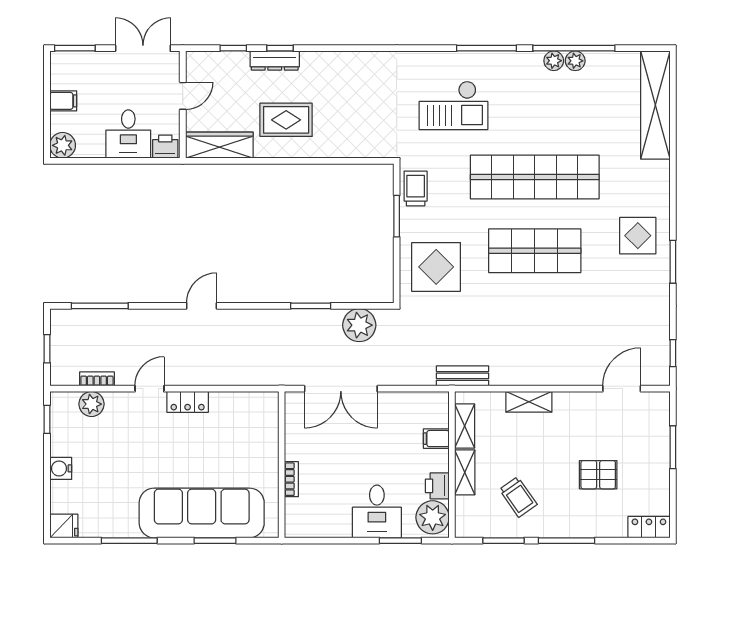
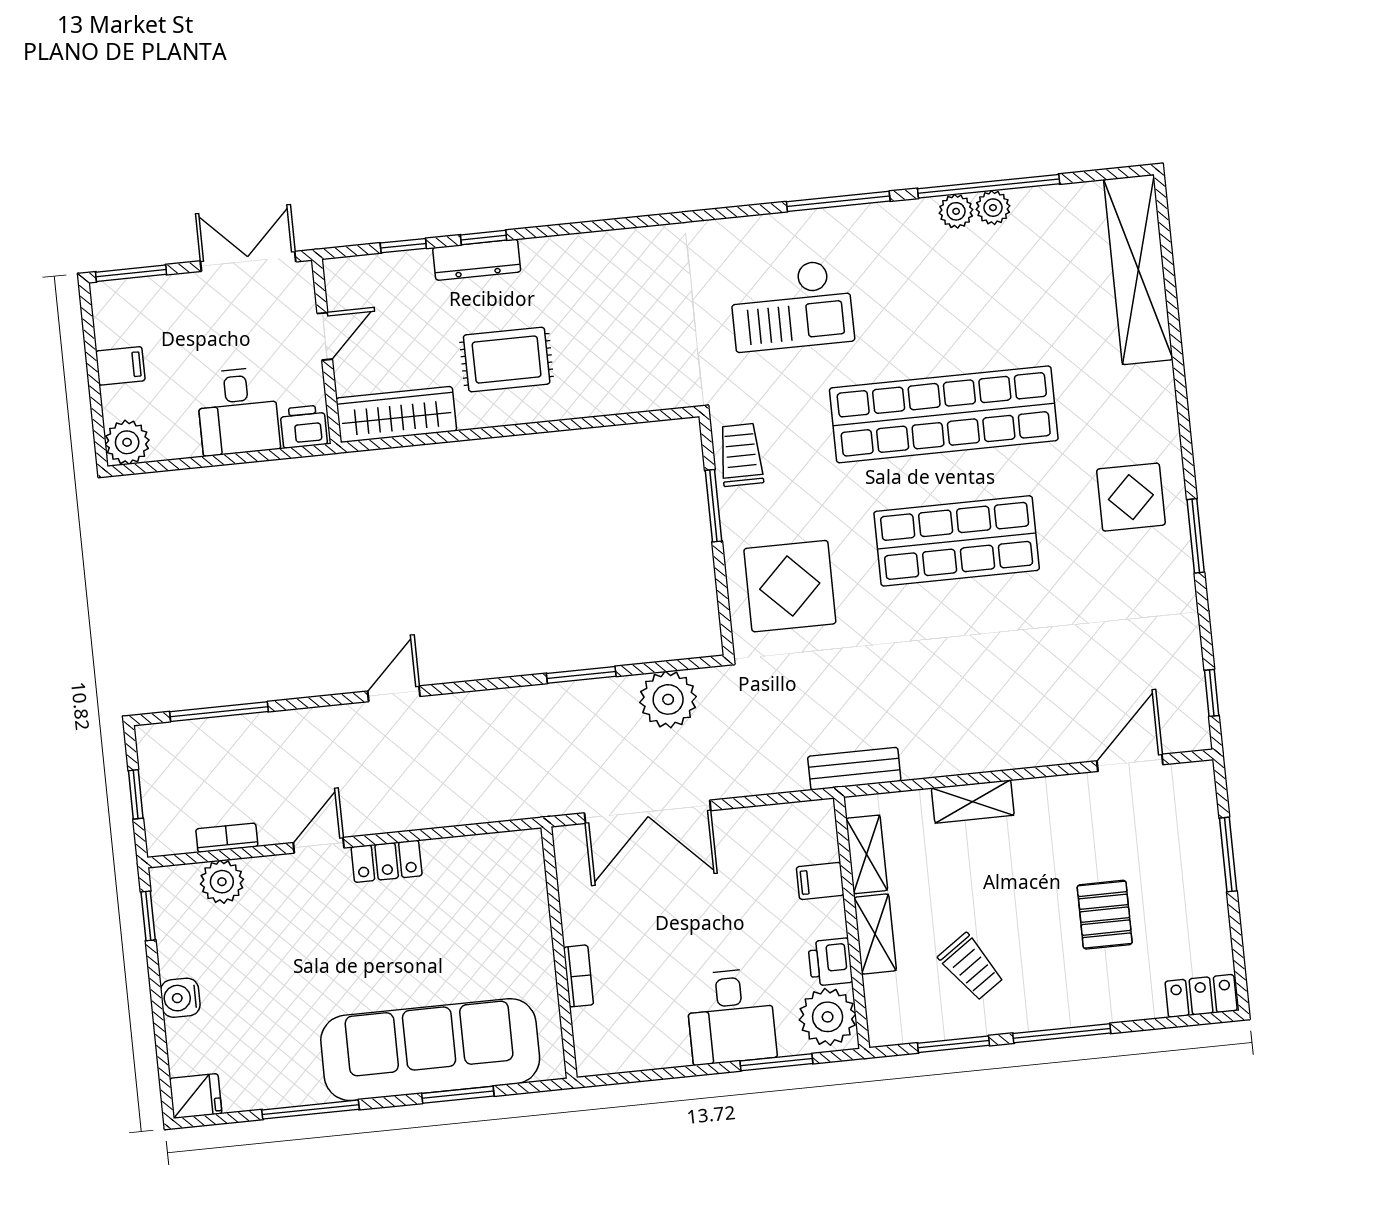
pallet: (598, 475) -> (1105, 915), turned 90

